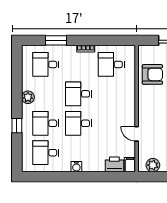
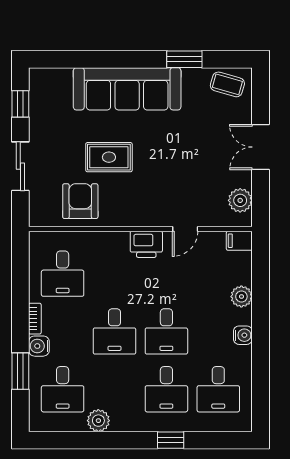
water cooler: (70, 51) -> (39, 346), added
plant: (28, 97) -> (98, 421), moved
printer: (114, 164) -> (146, 244), moved, turned -90
plant: (98, 166) -> (241, 297), added

